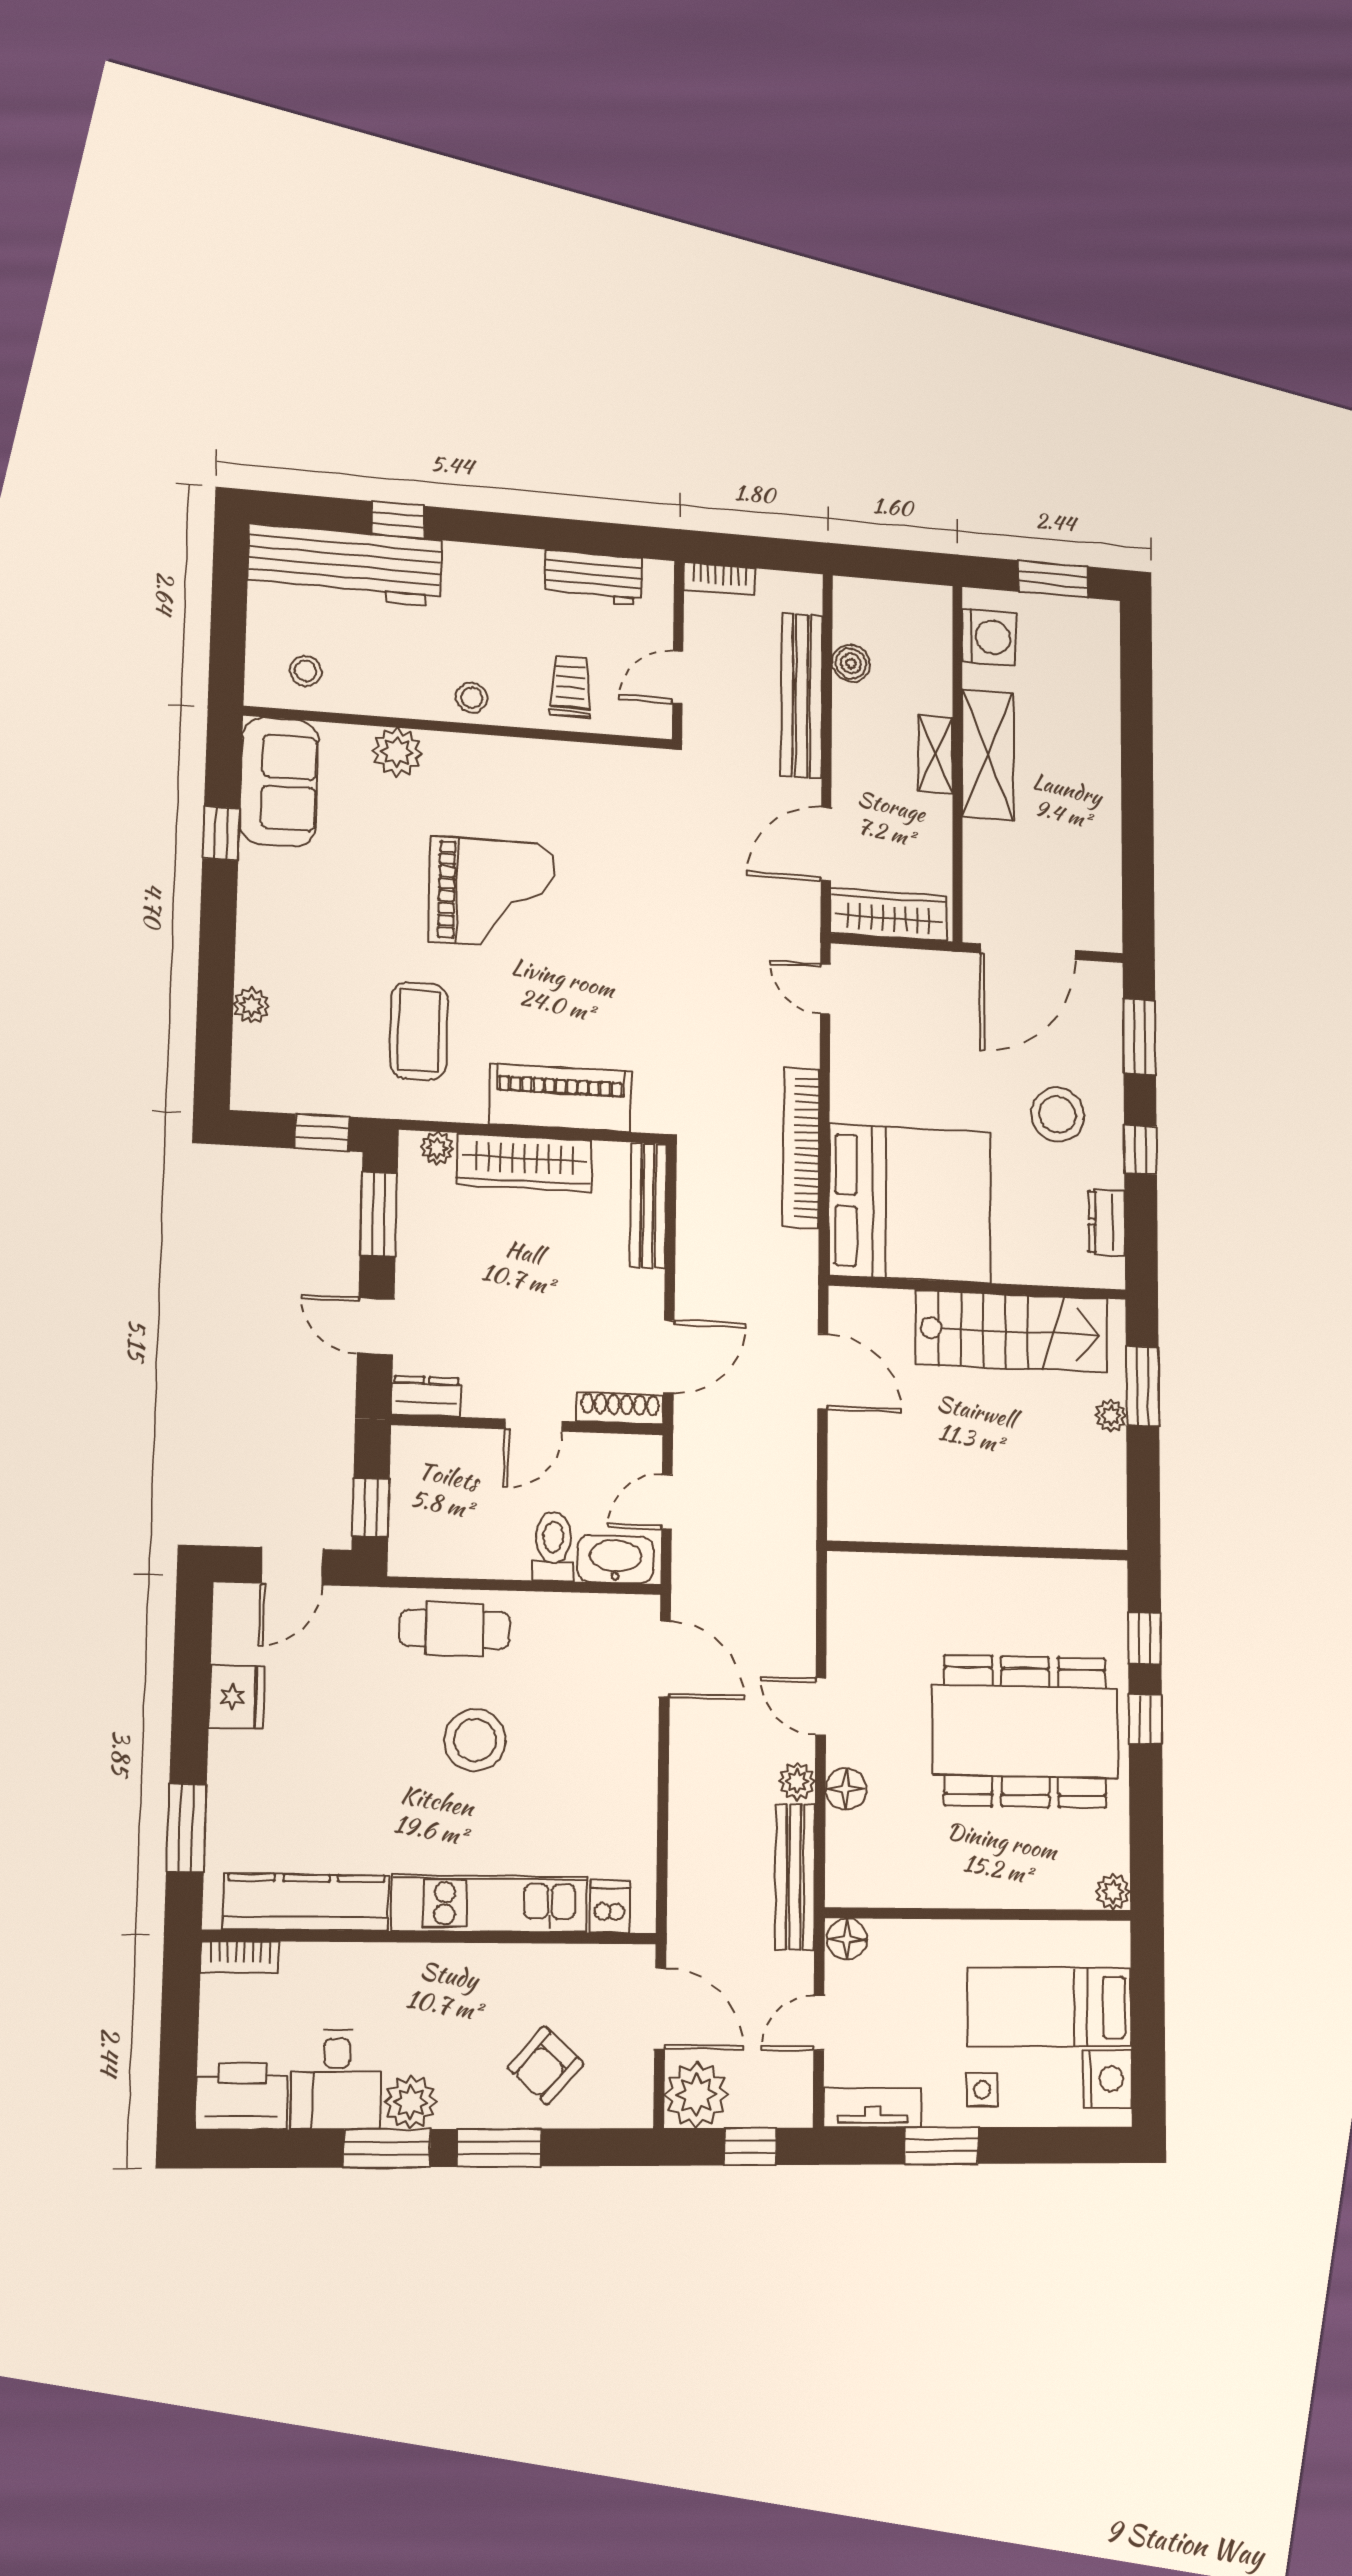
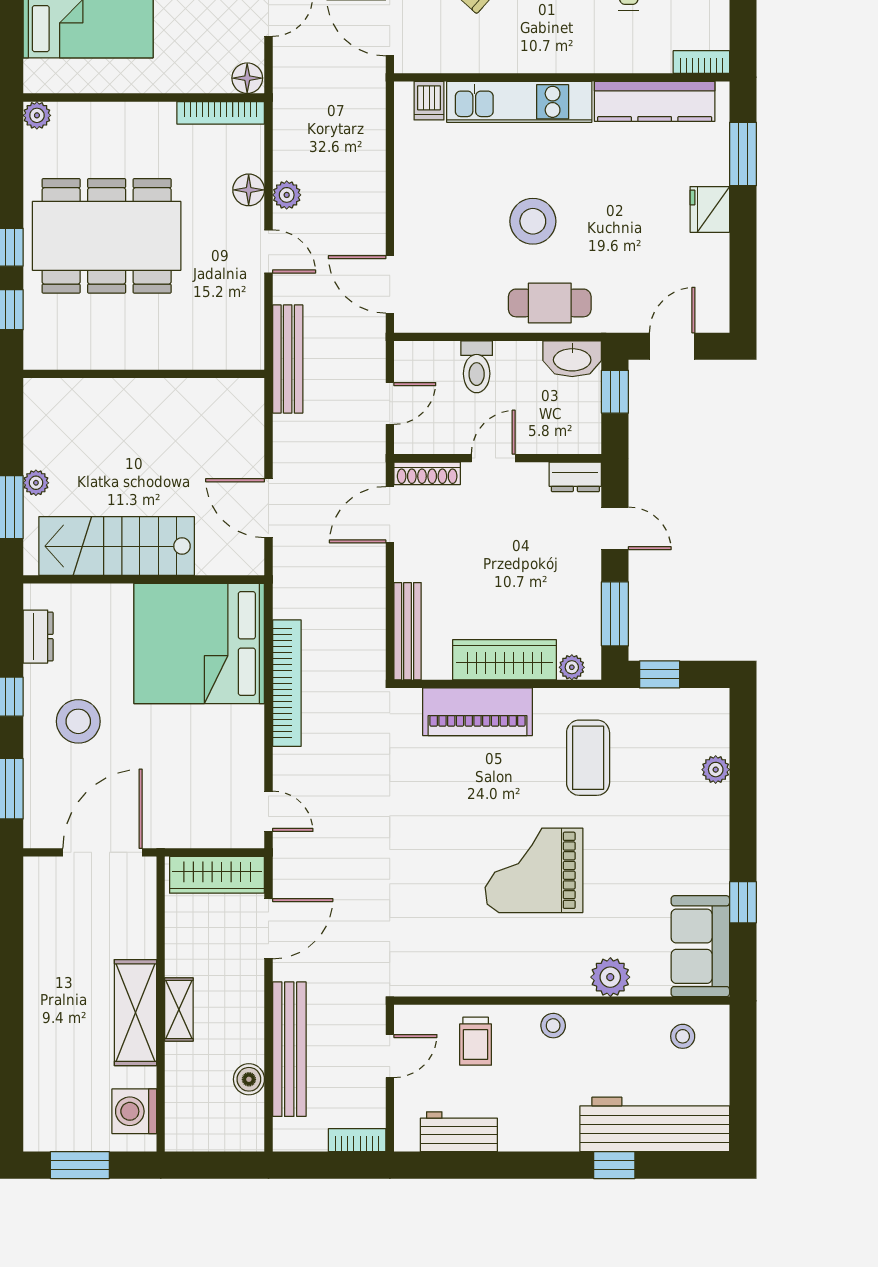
washbasin: (615, 1559) -> (572, 359), moved
fridge: (237, 1697) -> (710, 209), moved
bench: (795, 1877) -> (288, 359), moved
bookcase: (881, 1893) -> (221, 113), added

